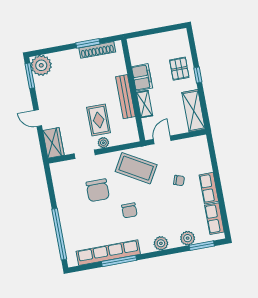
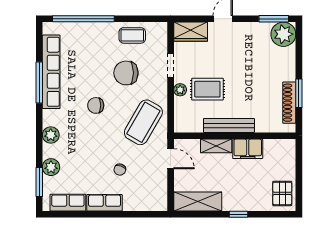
pallet: (179, 69) -> (282, 193), moved, turned 90
coffee table: (65, 191) -> (132, 35), added

